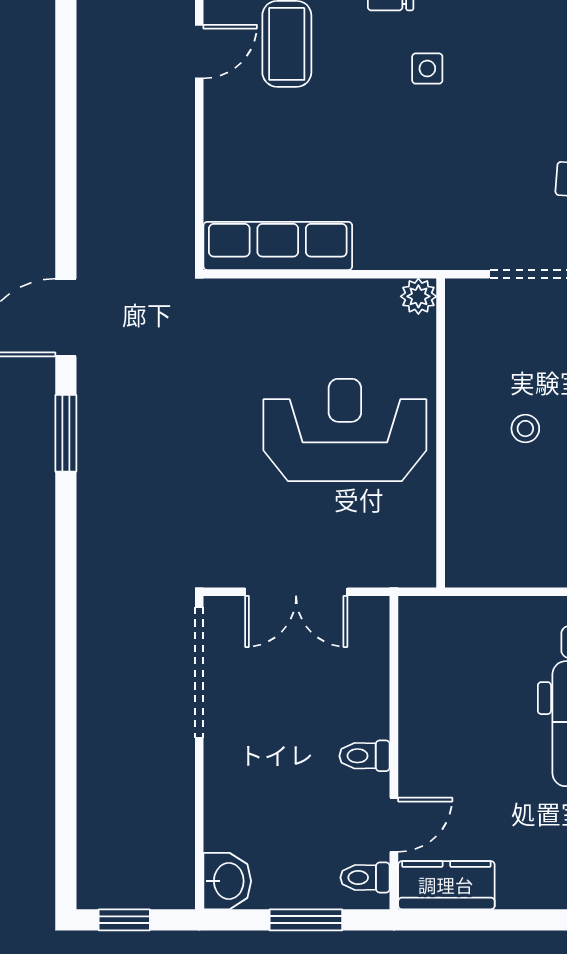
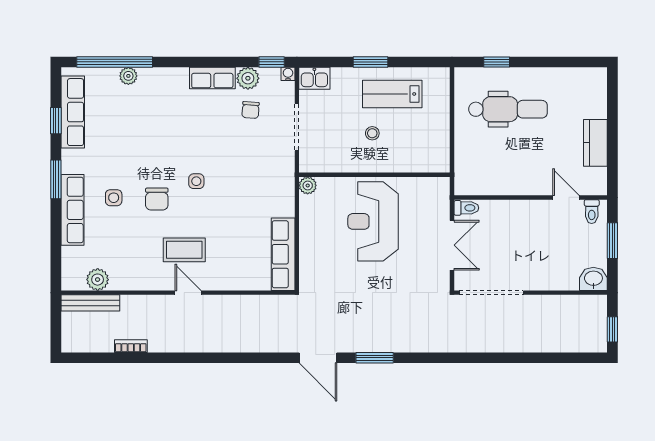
toilet: (365, 756) -> (466, 208), moved, turned -90
kitchen counter: (446, 885) -> (595, 143), moved

